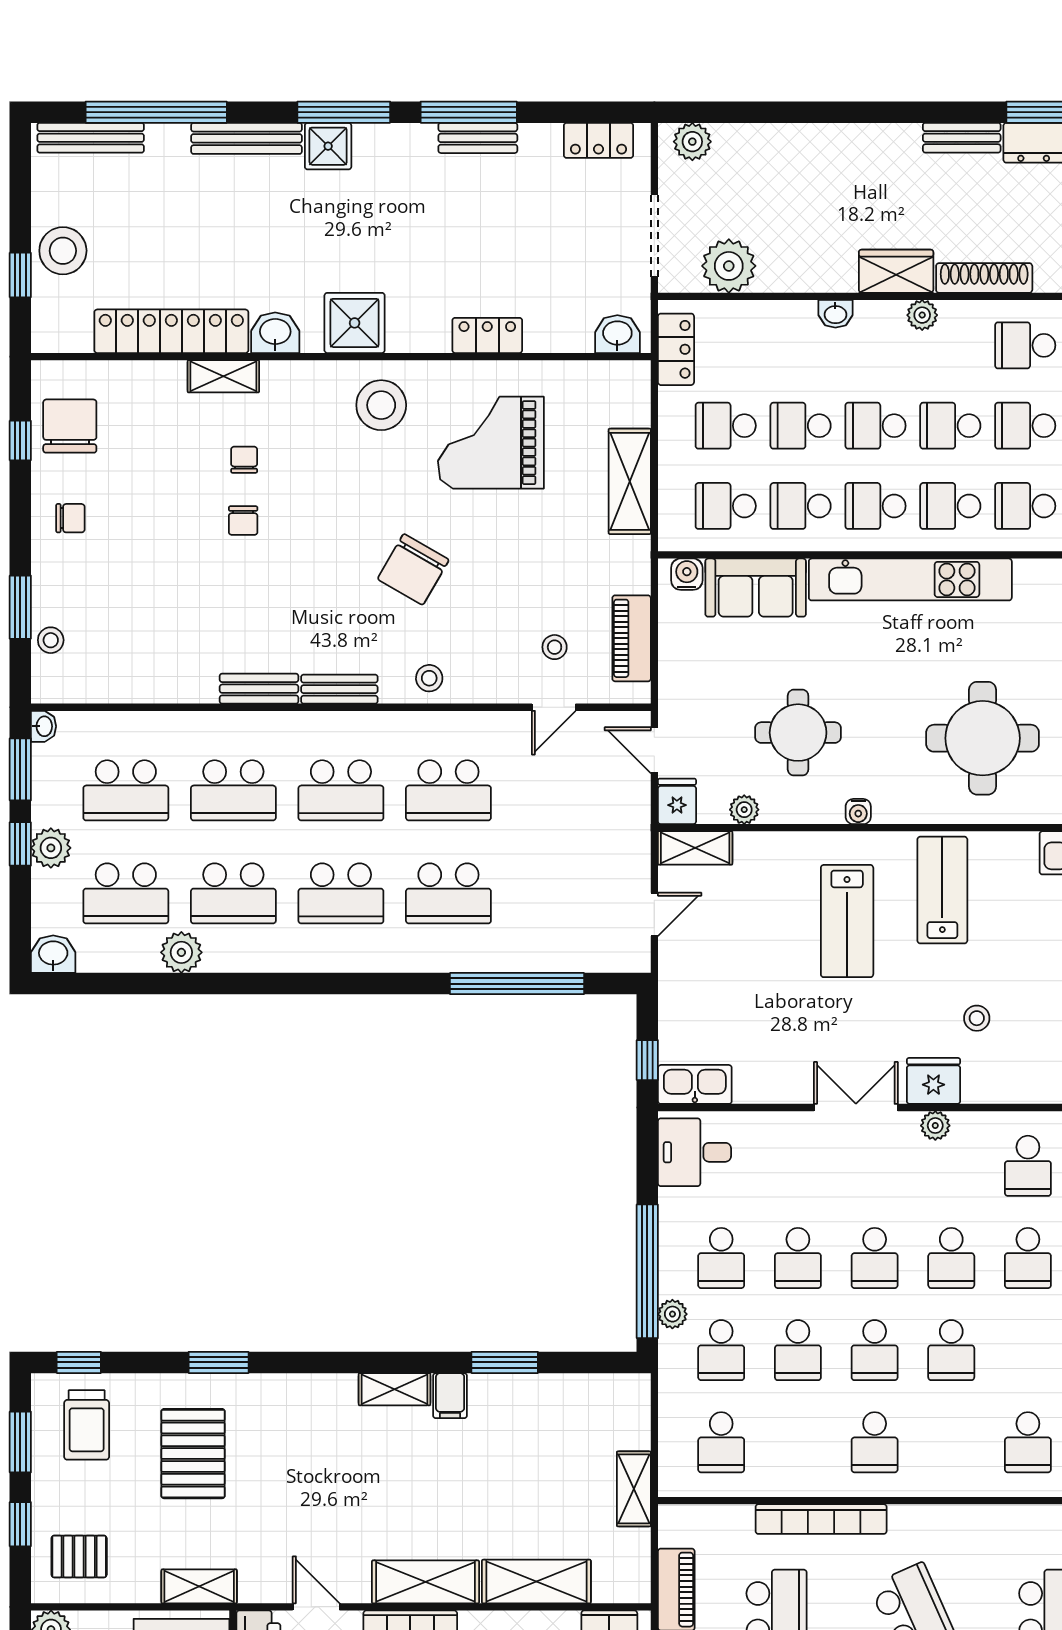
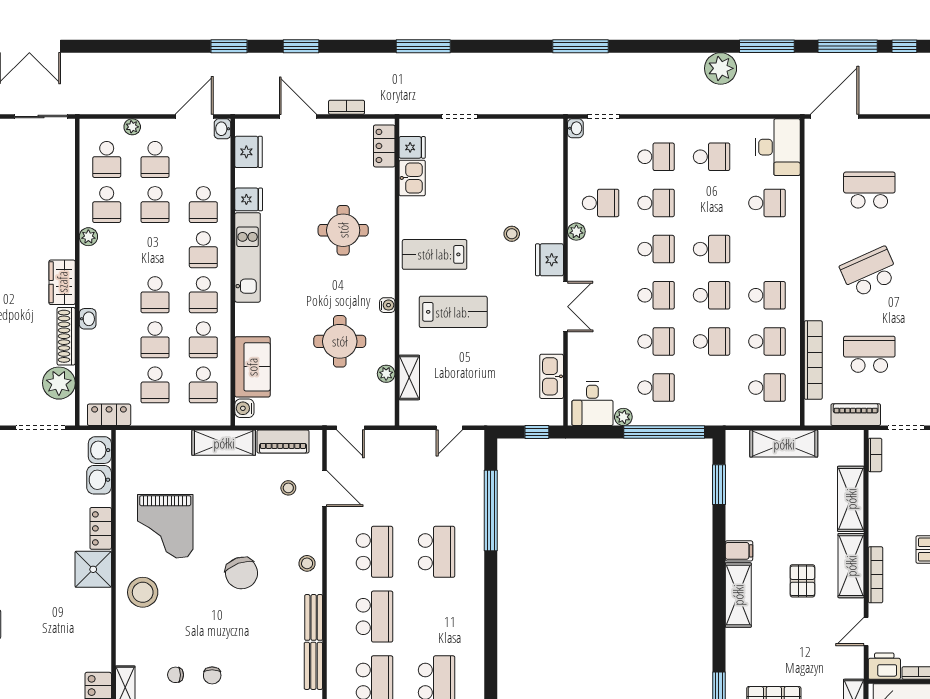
shoe rack: (984, 278) -> (66, 336), moved
plant: (922, 315) -> (88, 237), moved
shower: (355, 323) -> (93, 569), moved
washbasin: (275, 333) -> (99, 480), moved
school desk: (950, 426) -> (155, 250), removed
shelving: (630, 481) -> (224, 443), moved
chair: (243, 521) -> (212, 675), turned 90
chair: (413, 569) -> (242, 573), turned 40
kitchen unit: (910, 579) -> (248, 257), width x0.73
door: (554, 707) -> (325, 488), width x1.38
round table: (983, 738) -> (343, 230), width x0.73, depth x0.73
door: (654, 750) -> (350, 428), hinge flipped
fridge: (677, 801) -> (249, 199), moved, turned 180
shelving: (695, 848) -> (409, 377), moved
school desk: (341, 893) -> (437, 617), removed
door: (654, 914) -> (449, 428), swing flipped
kitchen sink: (695, 1084) -> (552, 376), moved
double door: (856, 1107) -> (565, 307), swing flipped
plant: (935, 1126) -> (576, 232), moved
plant: (672, 1314) -> (623, 417), moved
school desk: (721, 1350) -> (767, 341), moved
window: (505, 1362) -> (719, 485), moved
shelving: (394, 1389) -> (738, 595), width x1.50, depth x1.33
shelving: (634, 1489) -> (784, 444), width x1.50, depth x1.33
pallet: (400, 1501) -> (802, 581), added
bookcase: (821, 1519) -> (813, 360), moved

